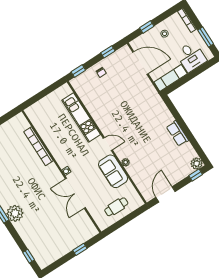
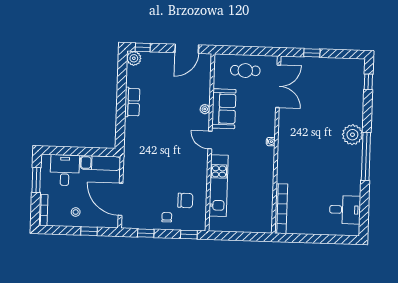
chair: (96, 92) -> (185, 200), added
bookcase: (38, 146) -> (281, 209), moved
double door: (75, 193) -> (278, 86), moved

